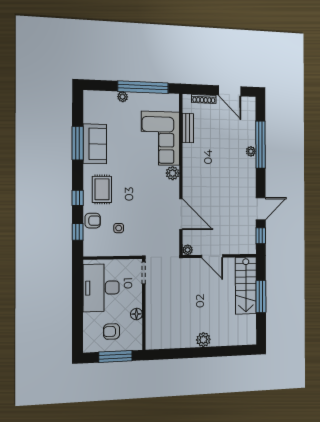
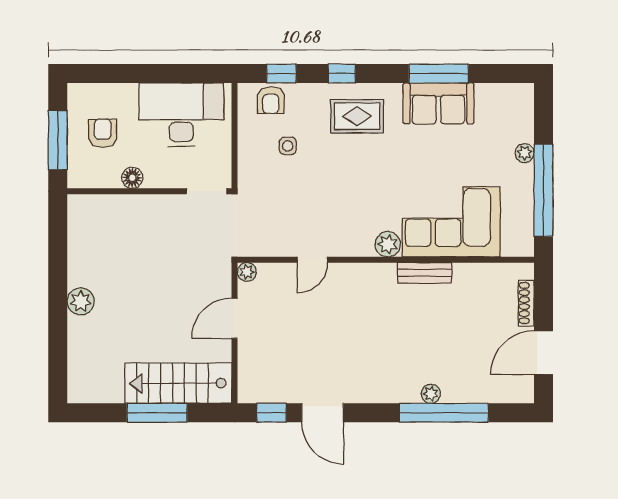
bench: (188, 128) -> (425, 273), moved
door: (181, 214) -> (312, 260), width x0.53
armchair: (93, 221) -> (271, 100), moved

